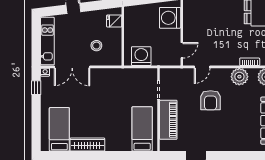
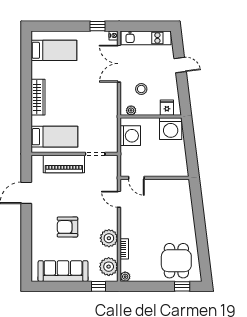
washing machine: (170, 18) -> (171, 129), moved, turned 180
plant: (117, 55) -> (131, 110), added
armchair: (211, 100) -> (67, 227), moved
wardrobe: (87, 145) -> (38, 97), moved

